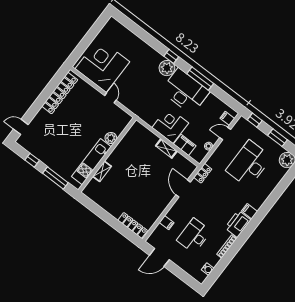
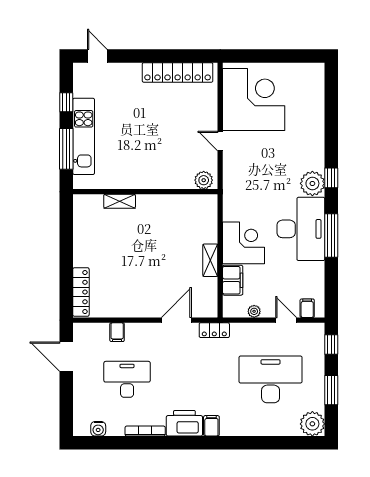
door: (110, 98) -> (220, 141), swing flipped
plant: (111, 138) -> (204, 180), moved
kitchen unit: (91, 162) -> (84, 136), moved, turned 90

